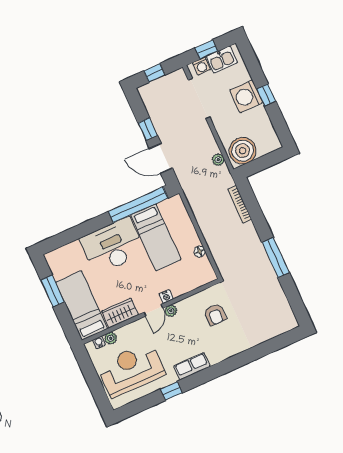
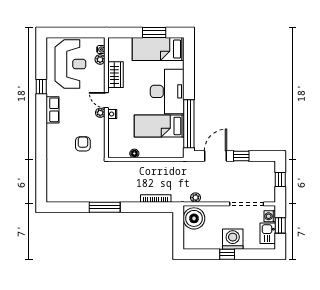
bed: (82, 305) -> (158, 49), moved, turned 180
armchair: (215, 315) -> (83, 144), turned 90

